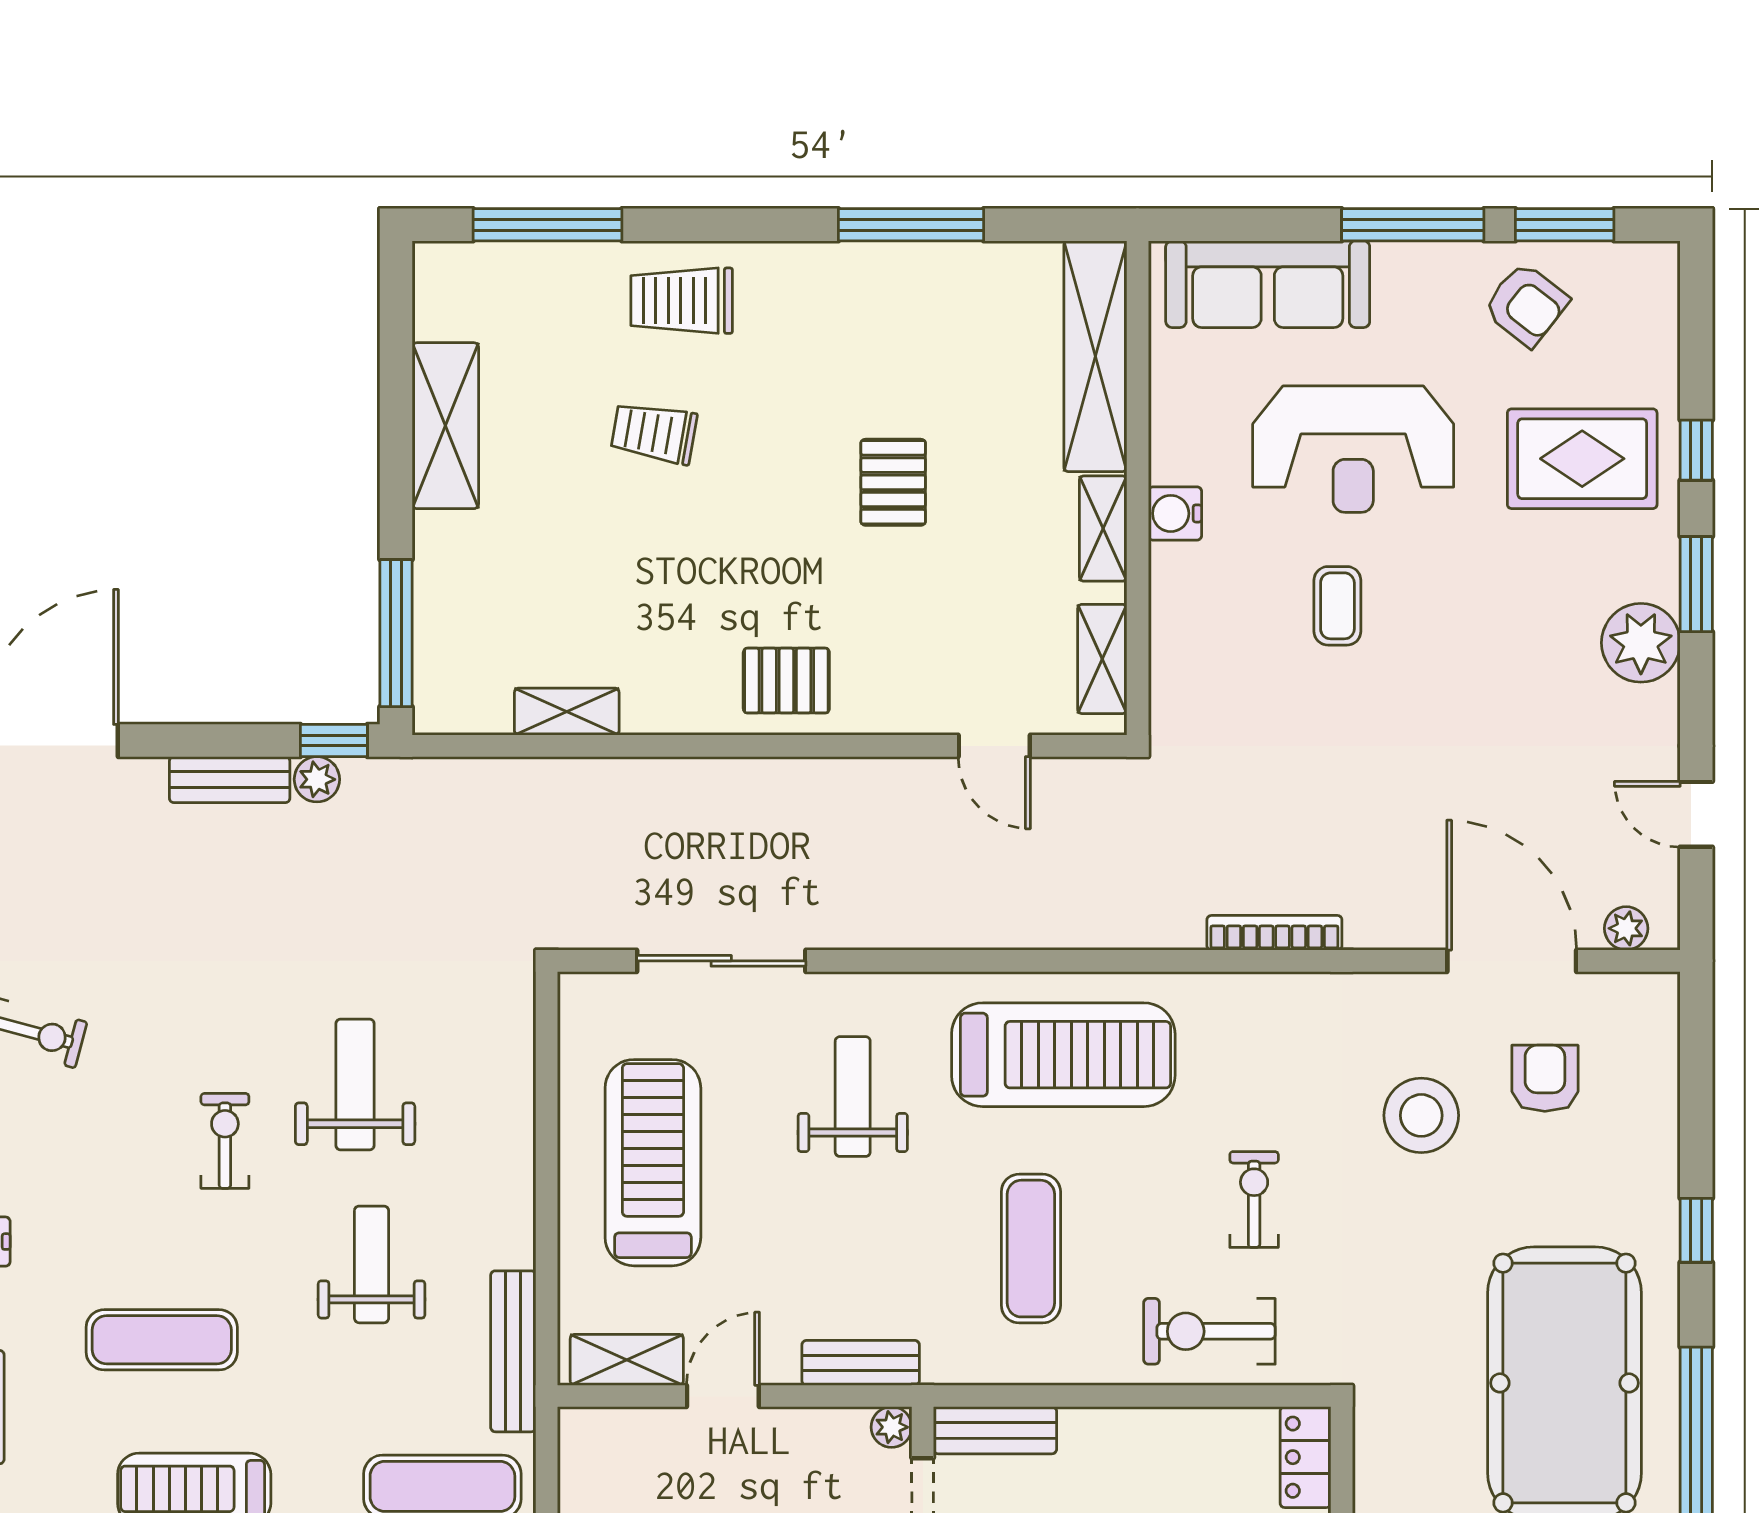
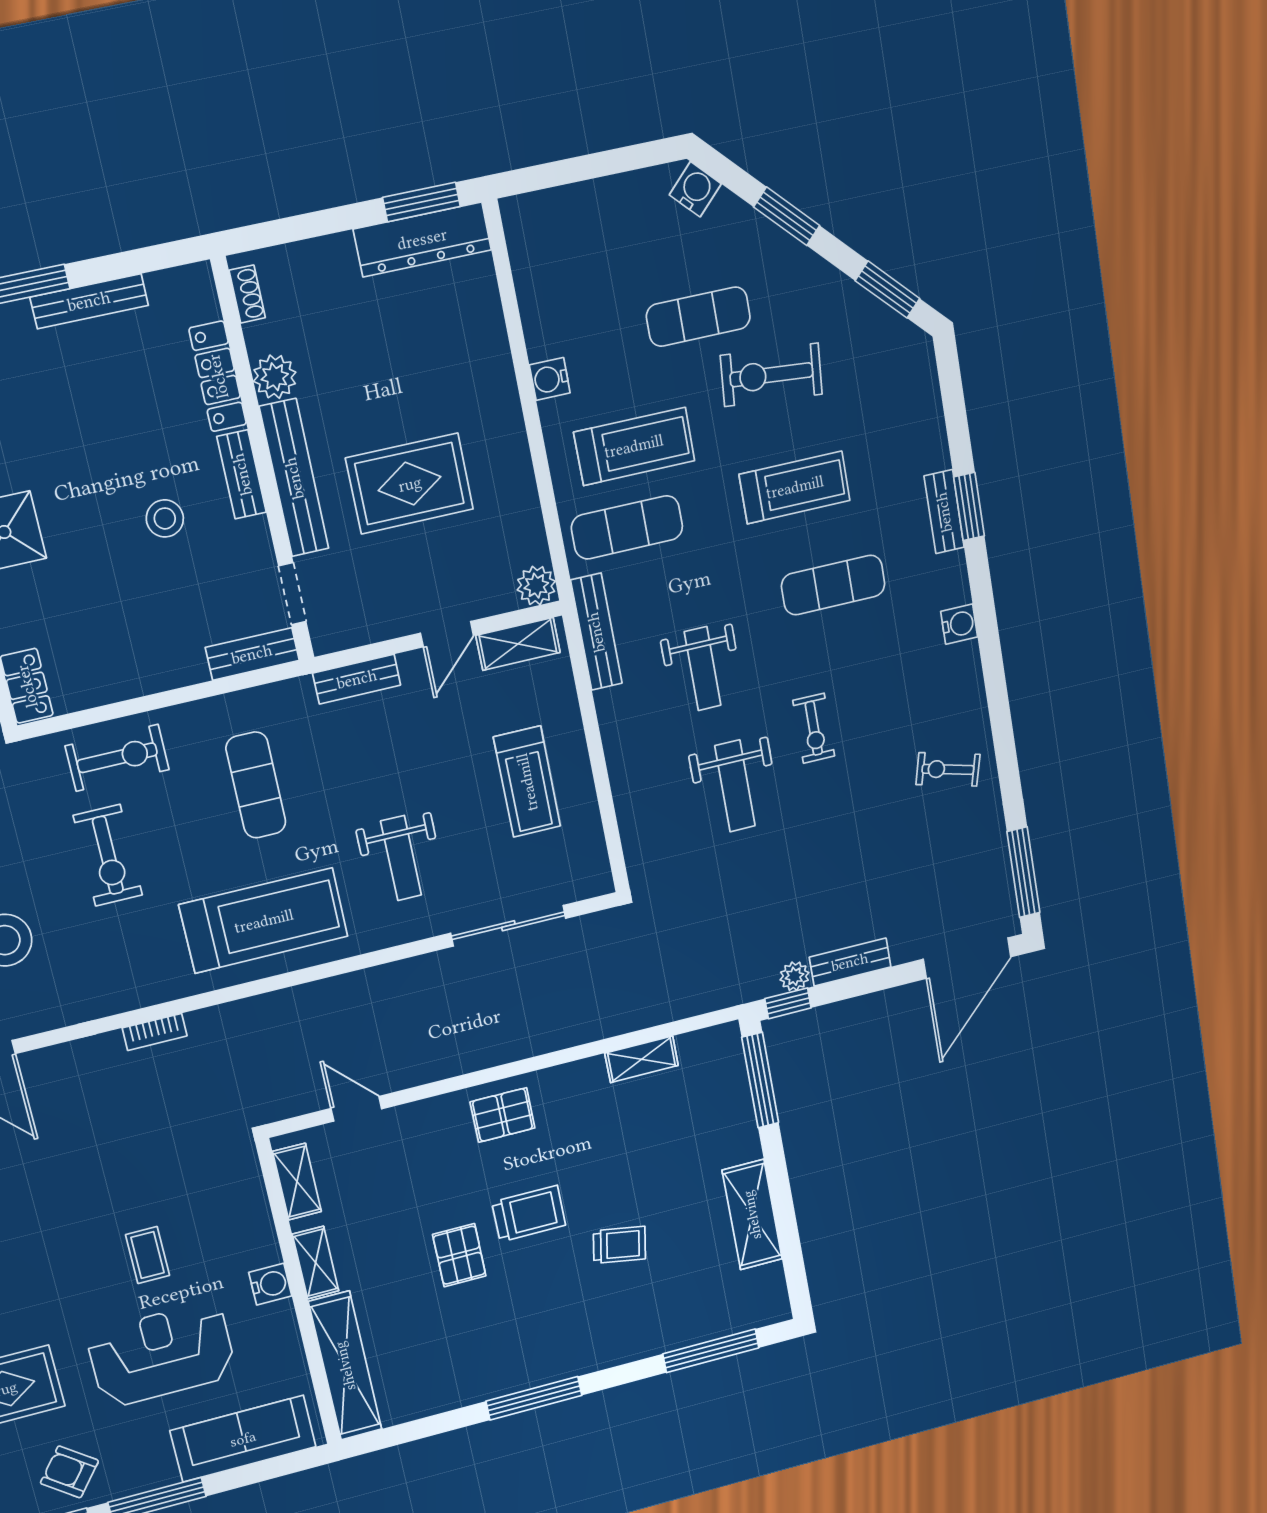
window: (911, 225) -> (534, 1398), moved
trolley: (682, 301) -> (529, 1214), moved
bookcase: (1274, 933) -> (155, 1032), width x0.64
treadmill: (1063, 1055) -> (264, 921), turned 180
treadmill: (653, 1163) -> (527, 782), width x0.73, depth x0.73
exercise bike: (1254, 1200) -> (108, 855), width x1.38, depth x1.39
plant: (892, 1427) -> (536, 586), moved, width x1.38, depth x1.38

